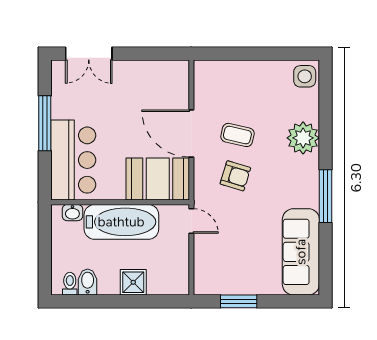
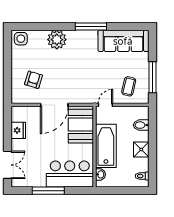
fridge: (148, 72) -> (18, 130), added
coffee table: (237, 135) -> (129, 86), moved
armchair: (235, 176) -> (33, 80), moved
bidet: (88, 282) -> (141, 125), moved
shower: (133, 282) -> (141, 149), moved
window: (239, 301) -> (152, 77), width x1.44

